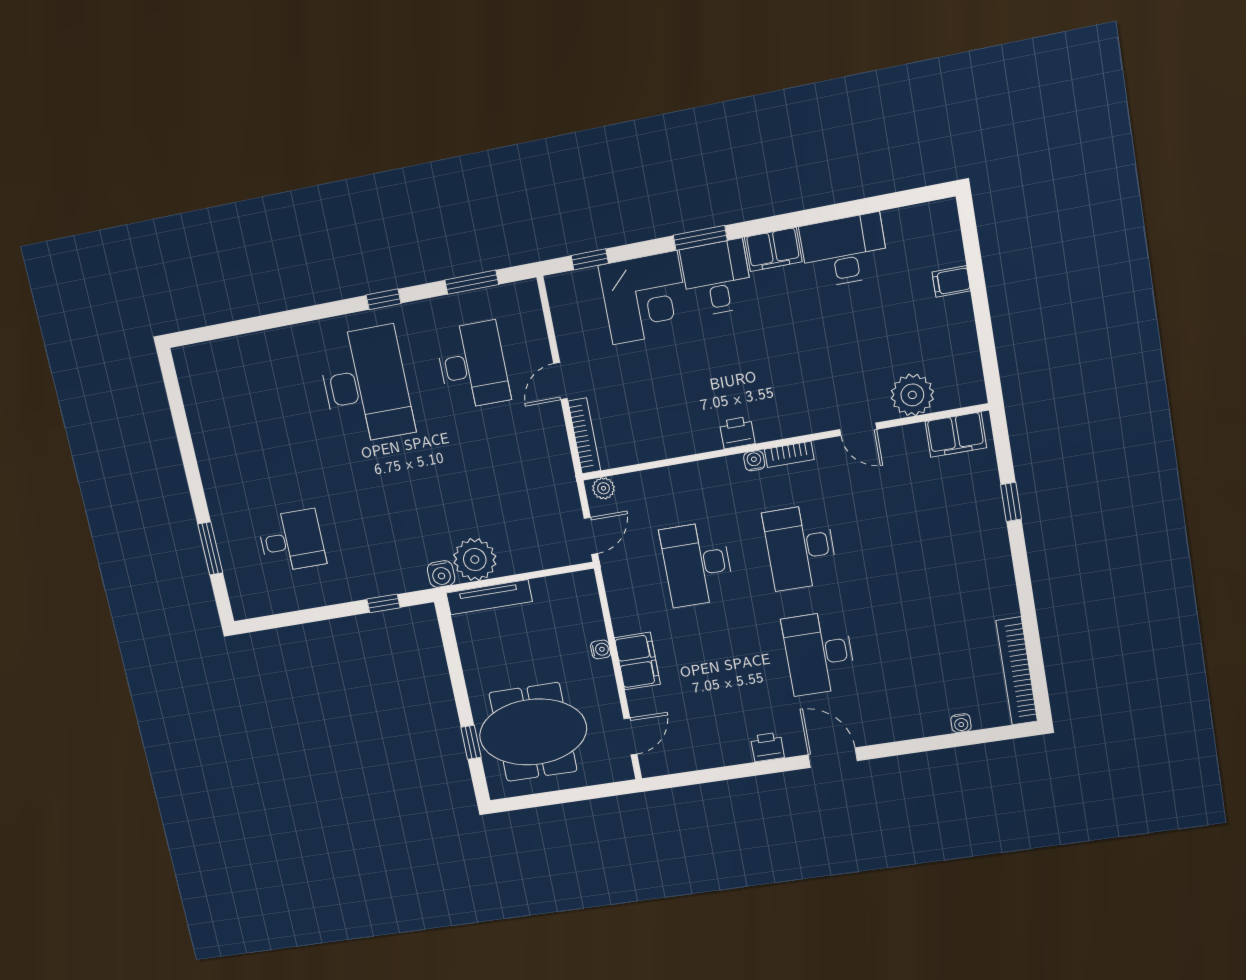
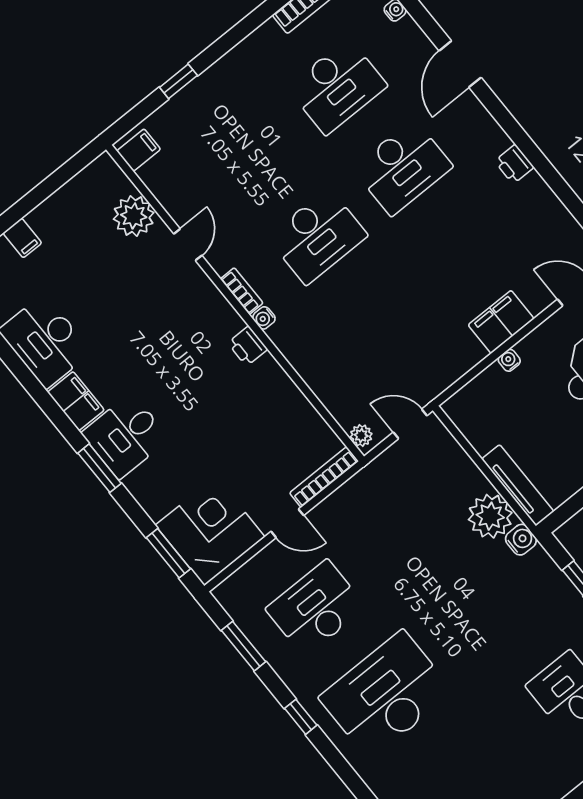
window: (590, 259) -> (168, 553), width x1.50
corner desk: (645, 298) -> (210, 531), moved
filing cabinet: (956, 435) -> (139, 150), width x0.50
desk: (697, 564) -> (337, 87), moved
door: (833, 758) -> (460, 64), moved

